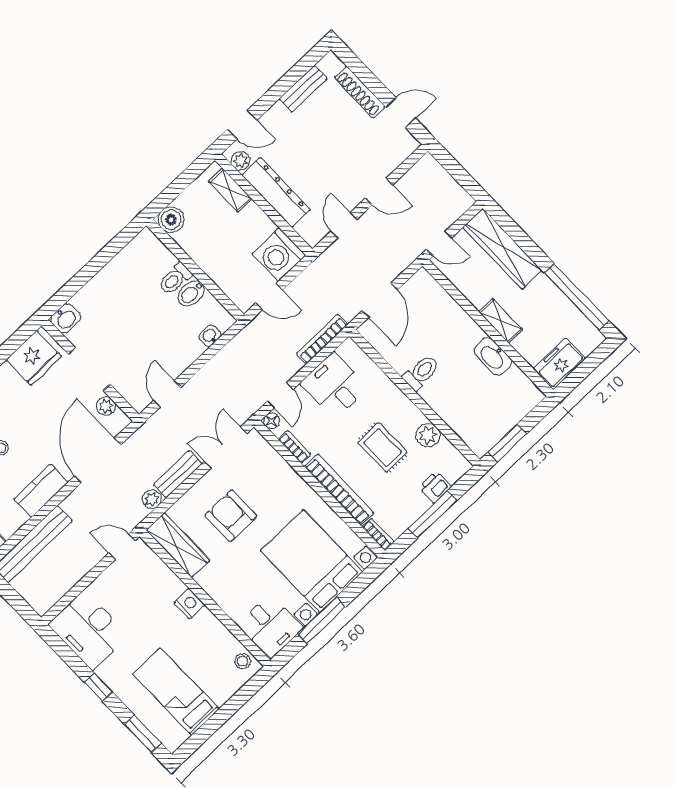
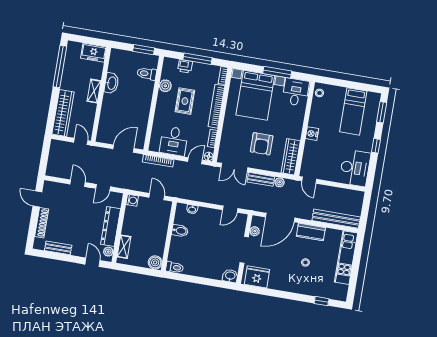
washing machine: (279, 255) -> (132, 200), width x0.53, depth x0.53
toilet: (175, 279) -> (175, 267), moved
toilet: (421, 372) -> (147, 74), moved

